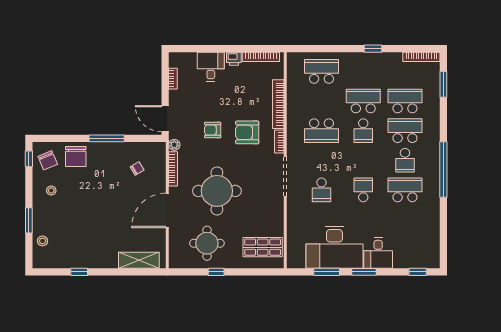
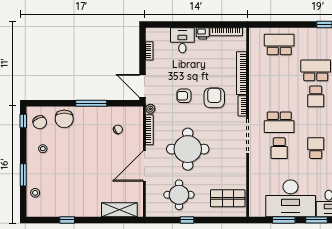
school desk: (321, 131) -> (279, 122), moved
armchair: (247, 132) -> (214, 98), turned 90

